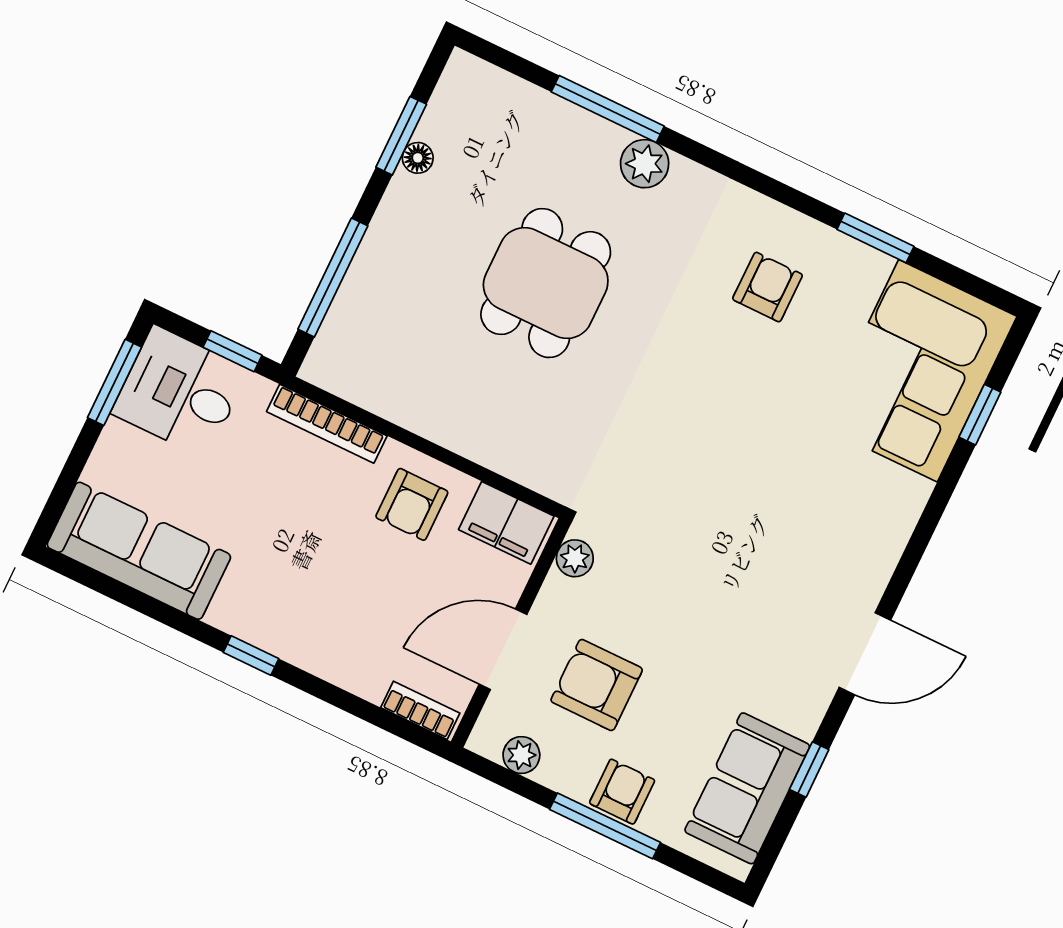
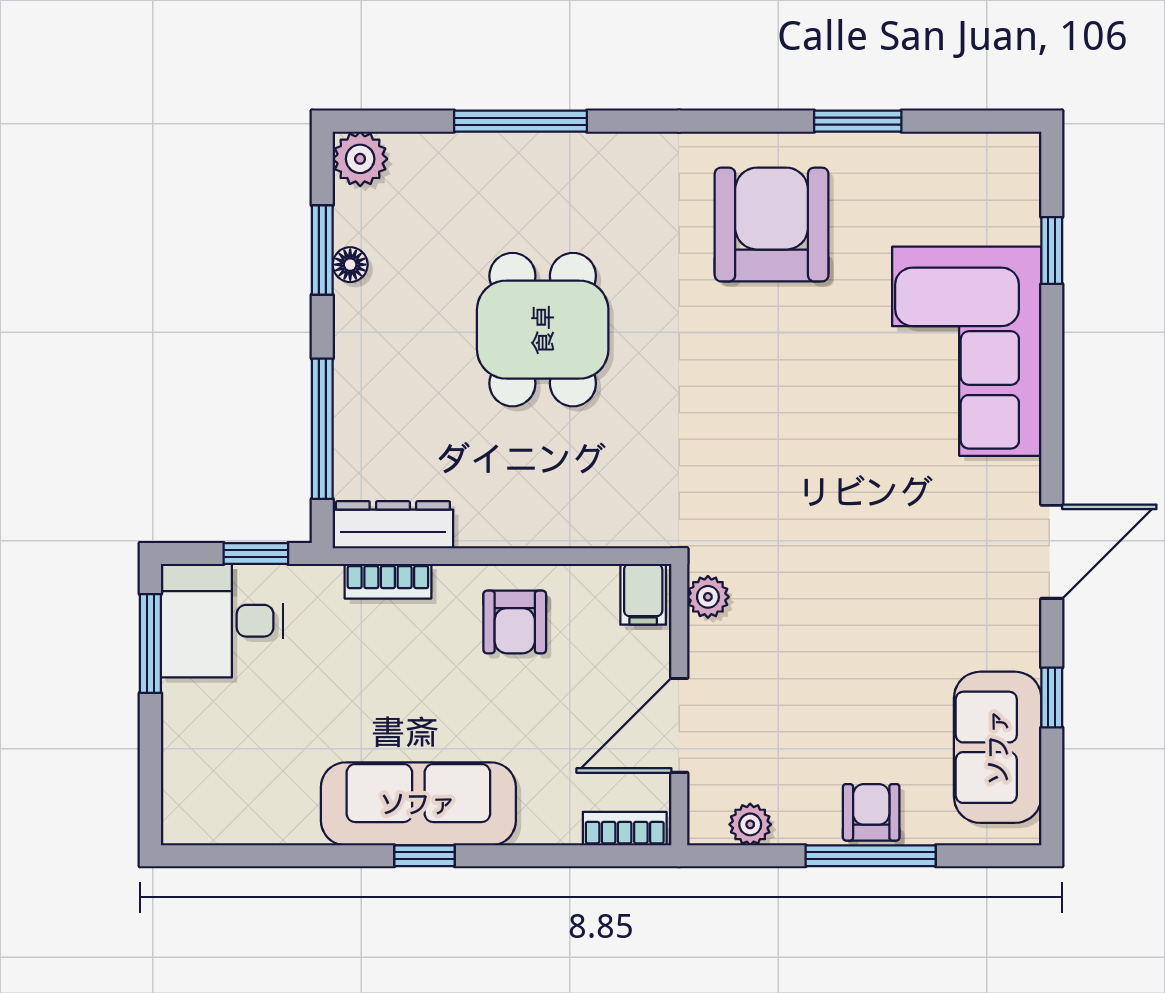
plant: (645, 164) -> (360, 159), moved
armchair: (768, 287) -> (772, 225), width x1.88, depth x1.88
corner sofa: (918, 371) -> (967, 351), moved
dresser: (352, 381) -> (393, 525), added
bookcase: (327, 424) -> (388, 581), width x0.64
filing cabinet: (506, 523) -> (643, 594), width x0.50
sofa: (139, 551) -> (418, 804), moved
armchair: (597, 685) -> (793, 716), removed

